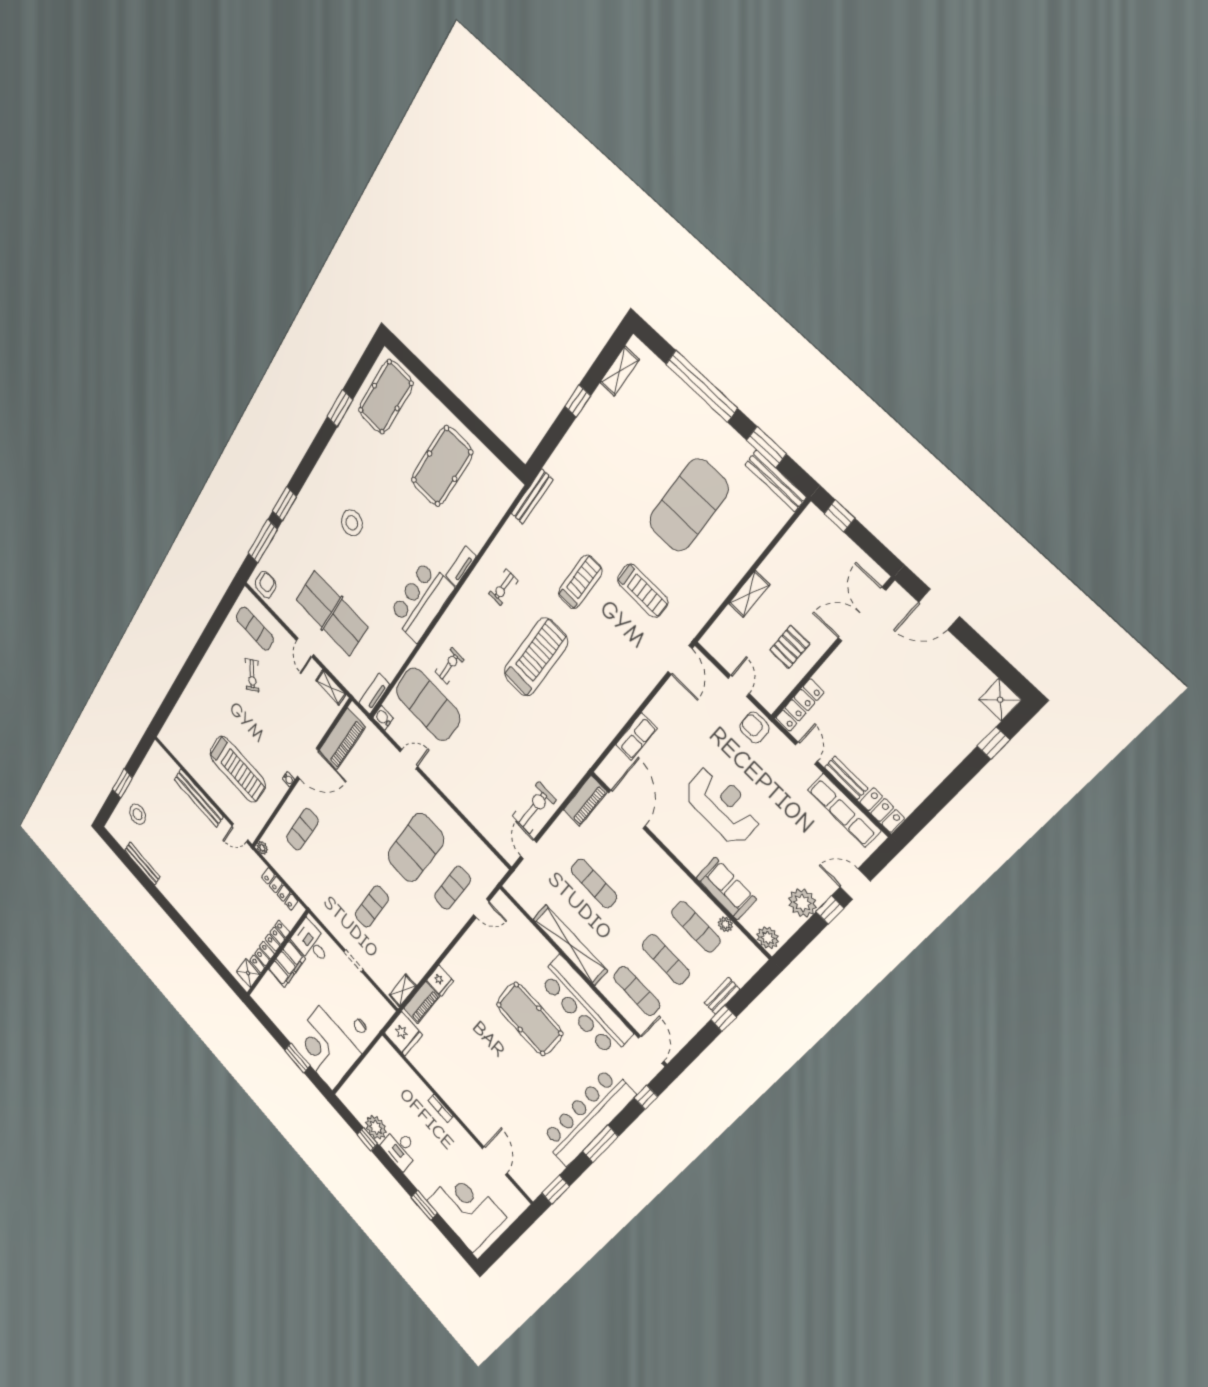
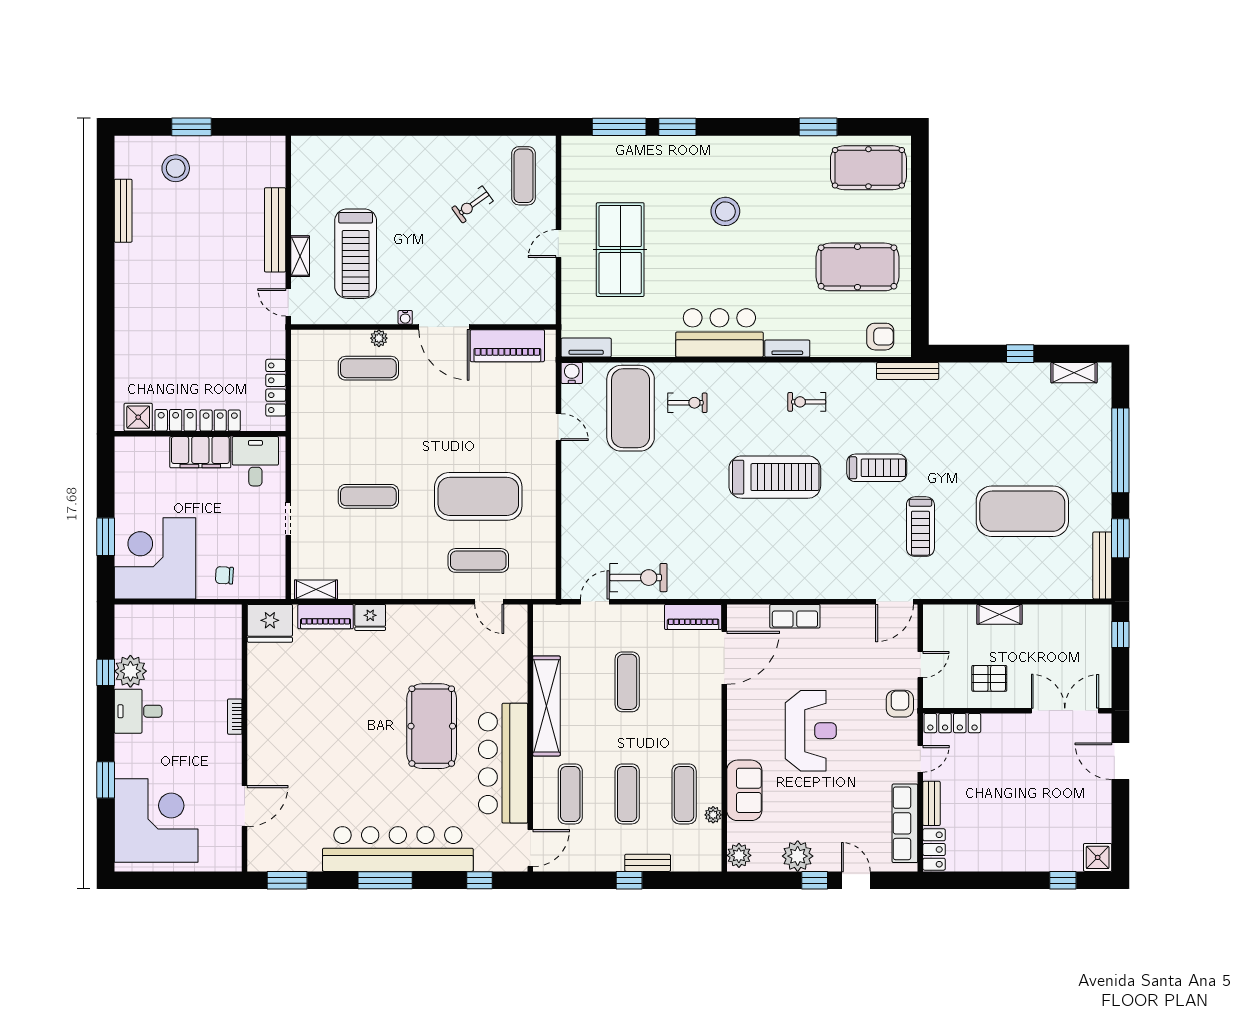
armchair: (266, 585) -> (880, 337), moved
shelving: (331, 687) -> (300, 256), moved
plant: (262, 848) -> (379, 338), moved

